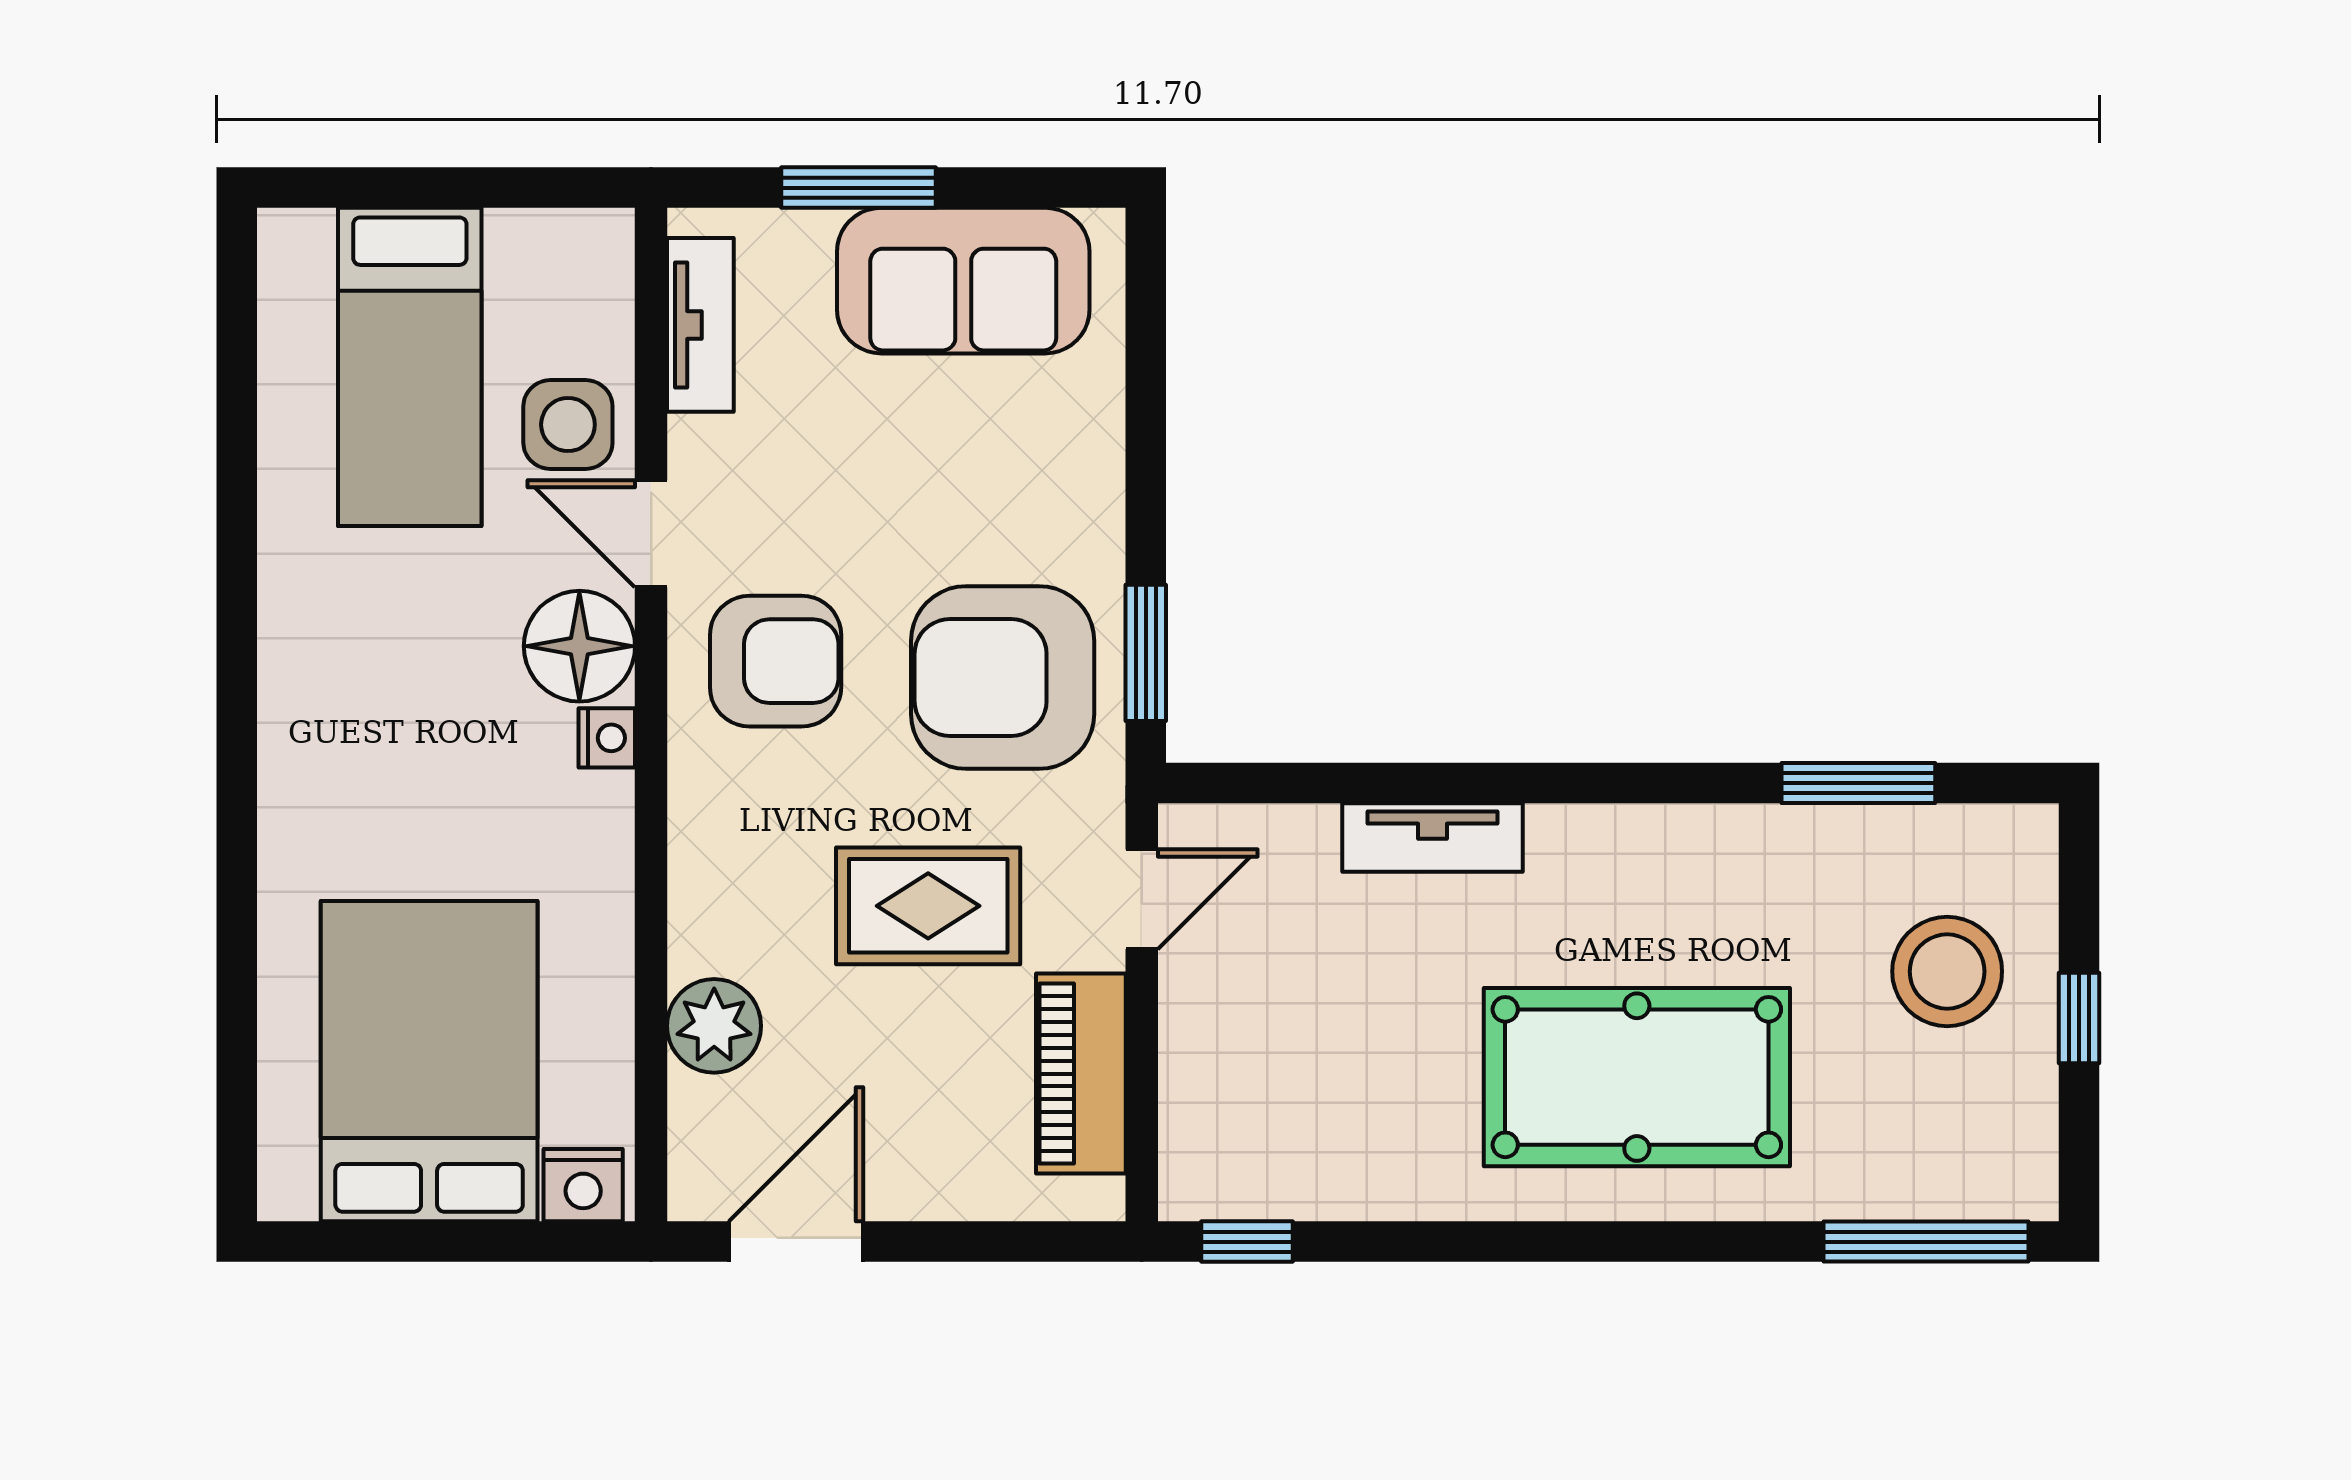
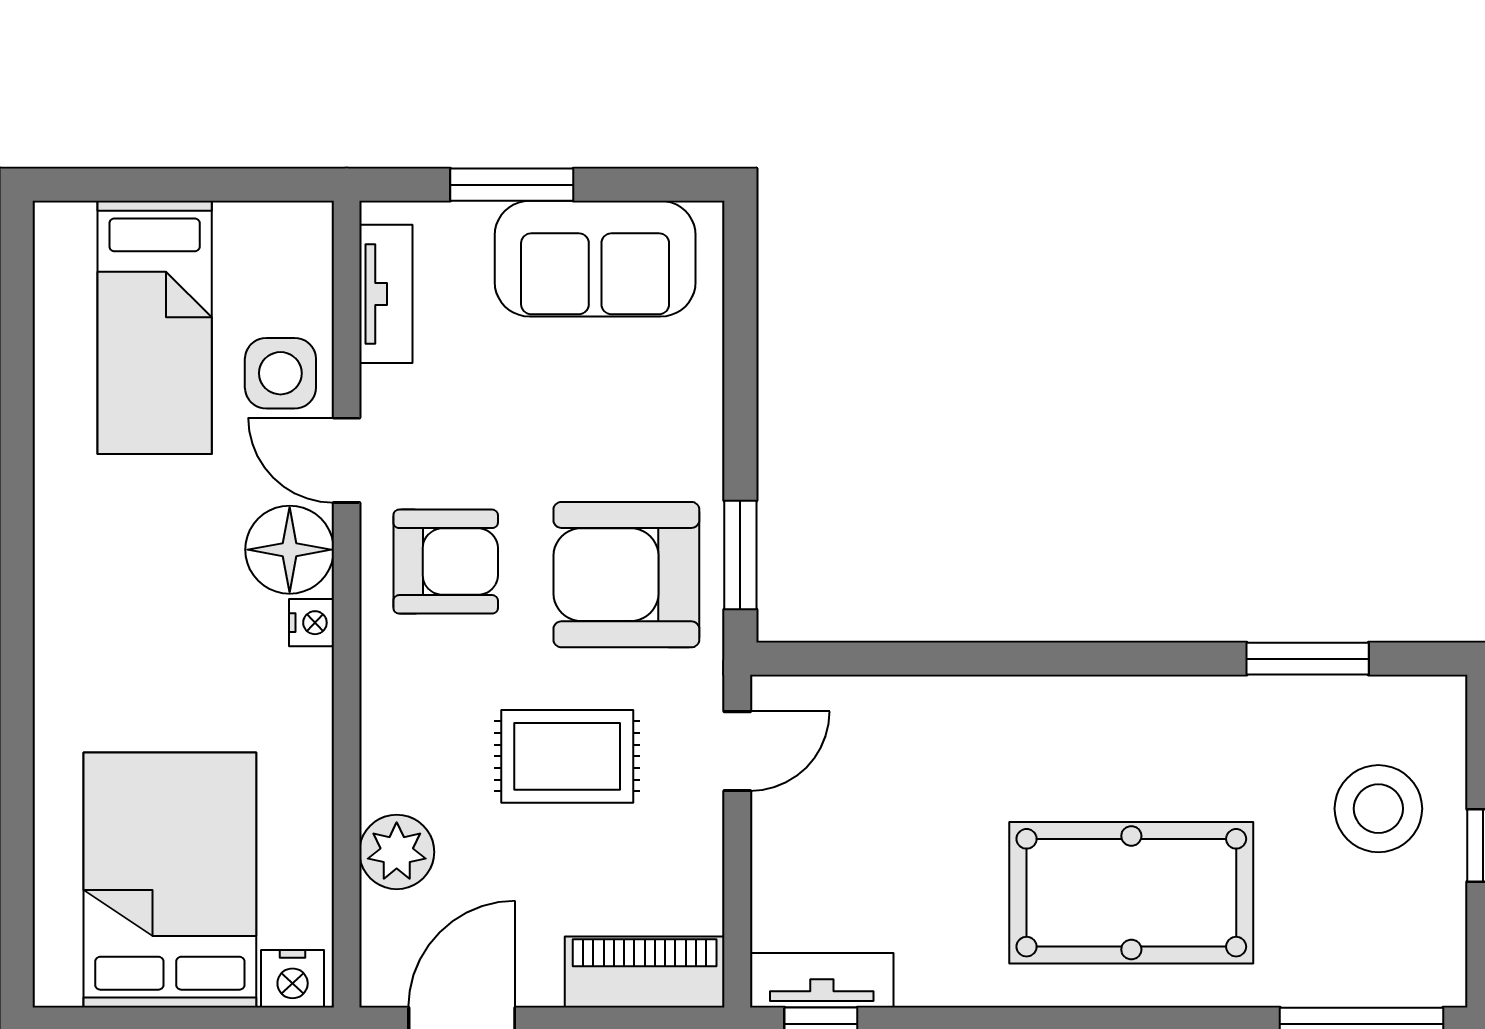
tv unit: (1432, 837) -> (822, 980), moved, turned 180
piano: (1081, 1074) -> (645, 972), moved, turned 90

